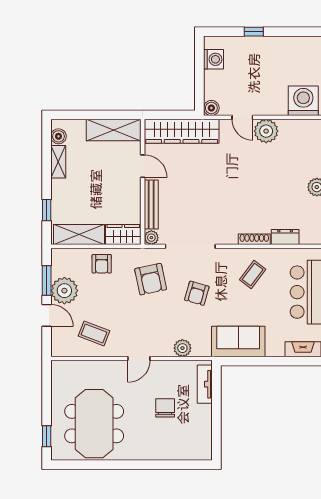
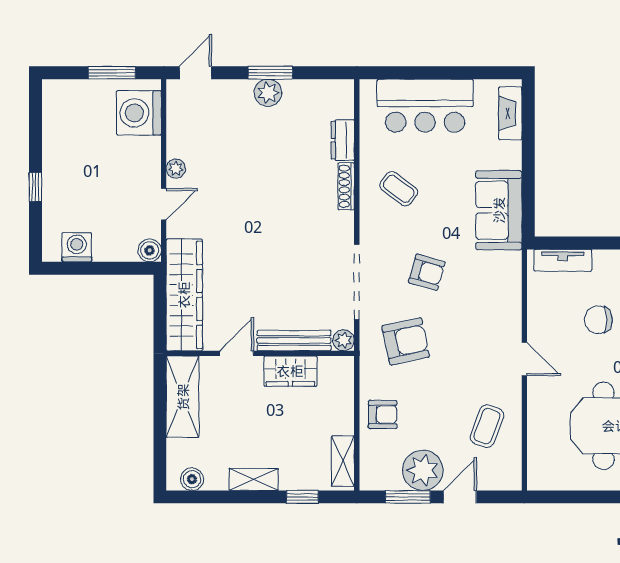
plant: (266, 131) -> (176, 169), width x0.53, depth x0.53
shelving: (58, 162) -> (254, 479), moved
shelving: (79, 235) -> (343, 461), width x0.67, depth x0.75
wardrobe: (123, 235) -> (290, 371), moved, turned -90
plant: (182, 348) -> (509, 294), removed

